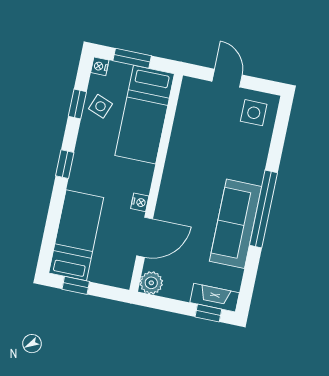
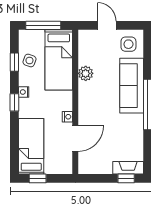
window: (132, 58) -> (43, 25), width x1.44
nightstand: (100, 66) -> (24, 92), moved
sofa: (235, 224) -> (132, 86), moved
plant: (151, 283) -> (86, 73), moved

